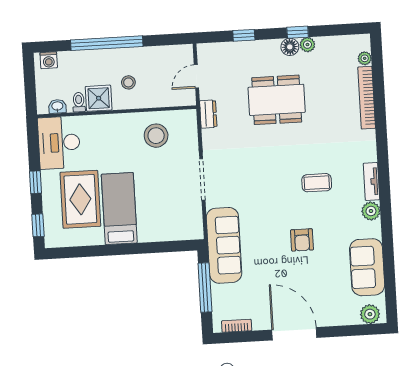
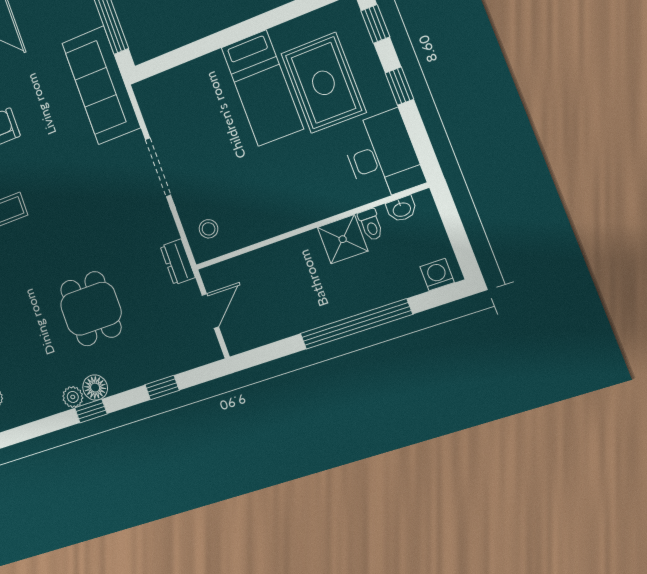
stool: (128, 82) -> (306, 275), removed
dining table: (277, 100) -> (91, 309), width x0.73
stool: (156, 136) -> (209, 229), moved, width x0.53, depth x0.53

